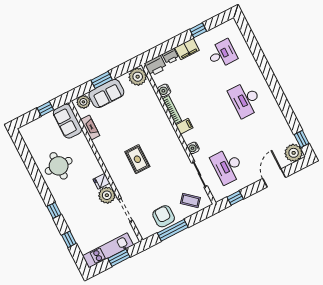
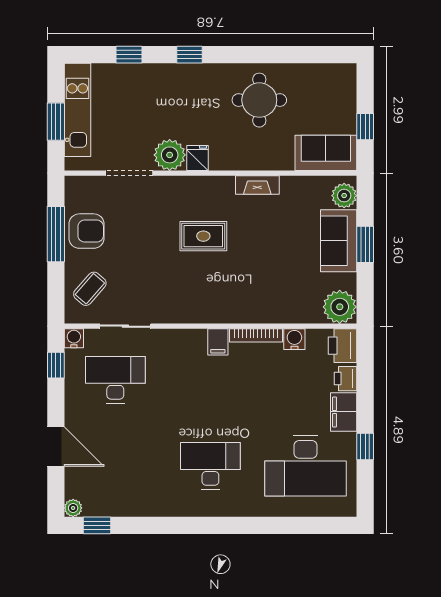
desk: (222, 54) -> (306, 466), width x1.87, depth x1.30
fireplace: (90, 127) -> (257, 185), moved
water cooler: (193, 148) -> (74, 338), moved
plant: (294, 153) -> (73, 508), width x0.53, depth x0.53

